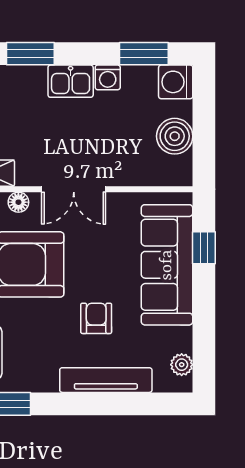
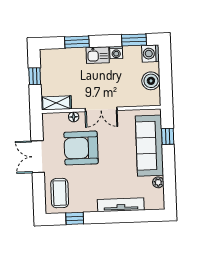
armchair: (96, 318) -> (115, 174), removed
plant: (182, 365) -> (158, 182), moved

